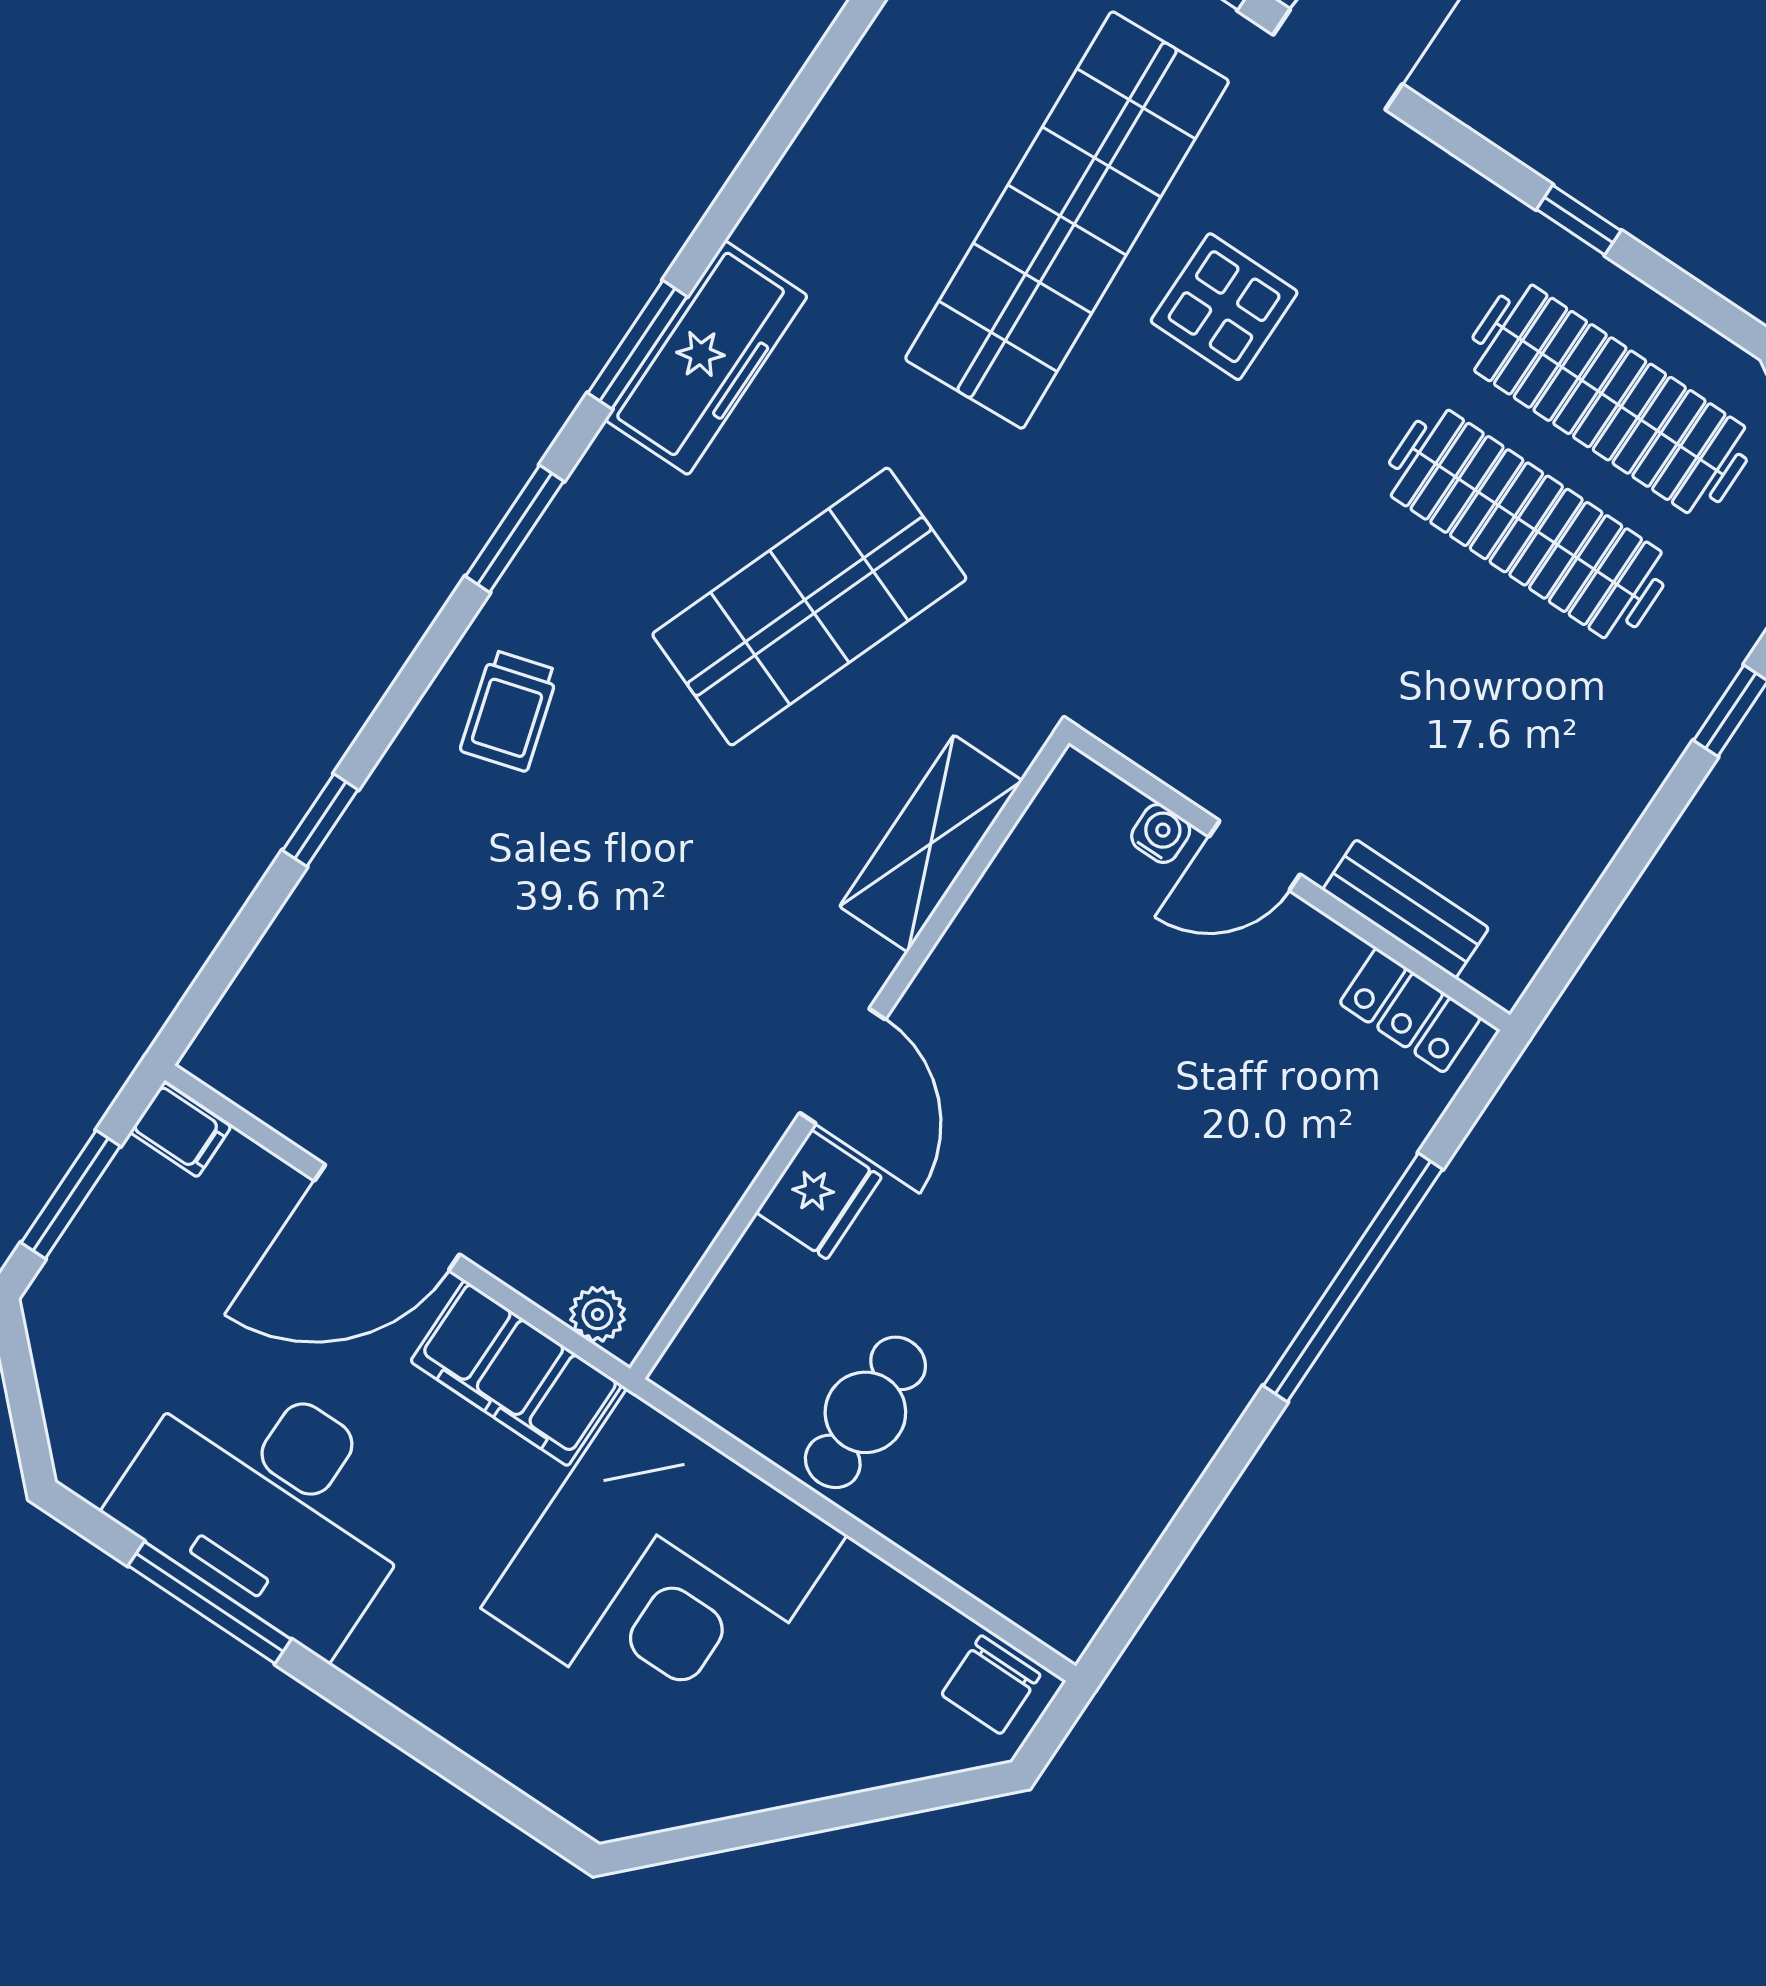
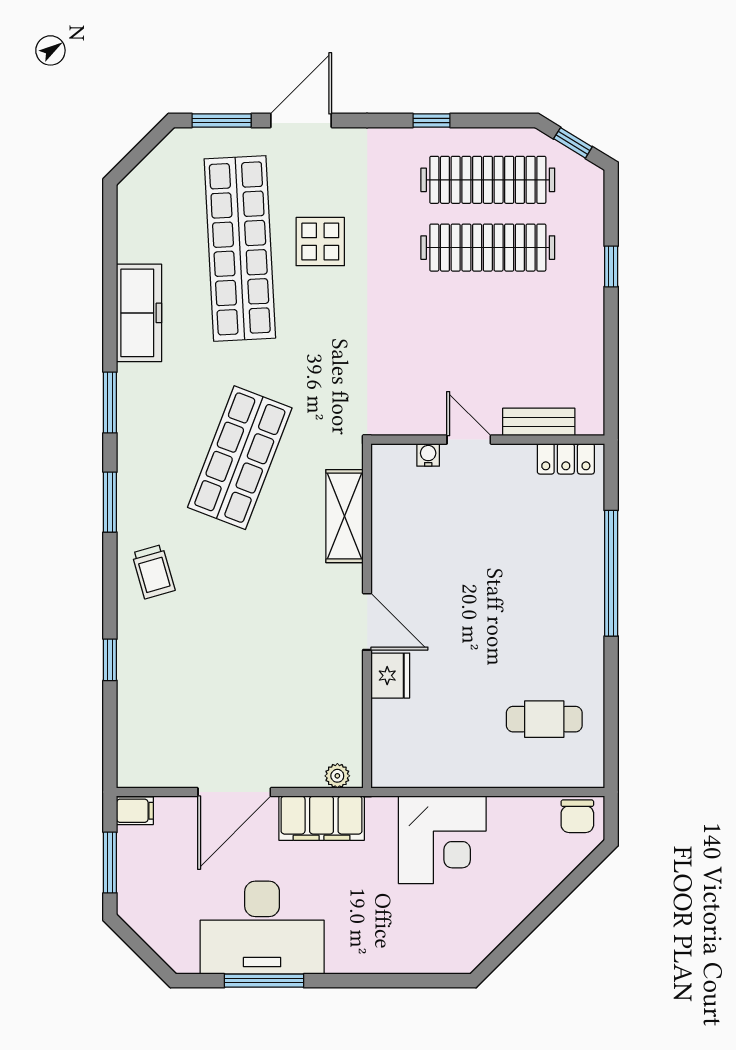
freezer: (706, 358) -> (139, 313), moved
door: (1254, 855) -> (469, 440), swing flipped
cafe table: (865, 1412) -> (544, 719), moved, turned 90
corner desk: (664, 1572) -> (442, 840), width x0.74, depth x0.74

